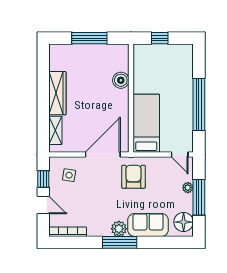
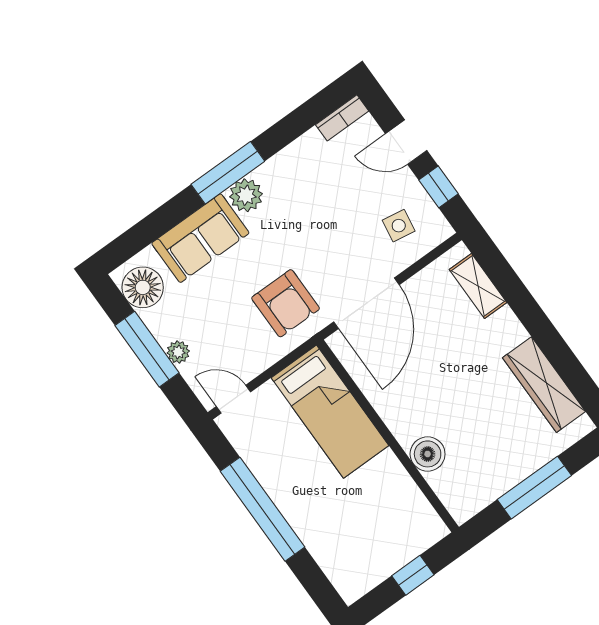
wardrobe: (57, 93) -> (544, 385), moved
bookcase: (68, 232) -> (342, 118), width x0.64

